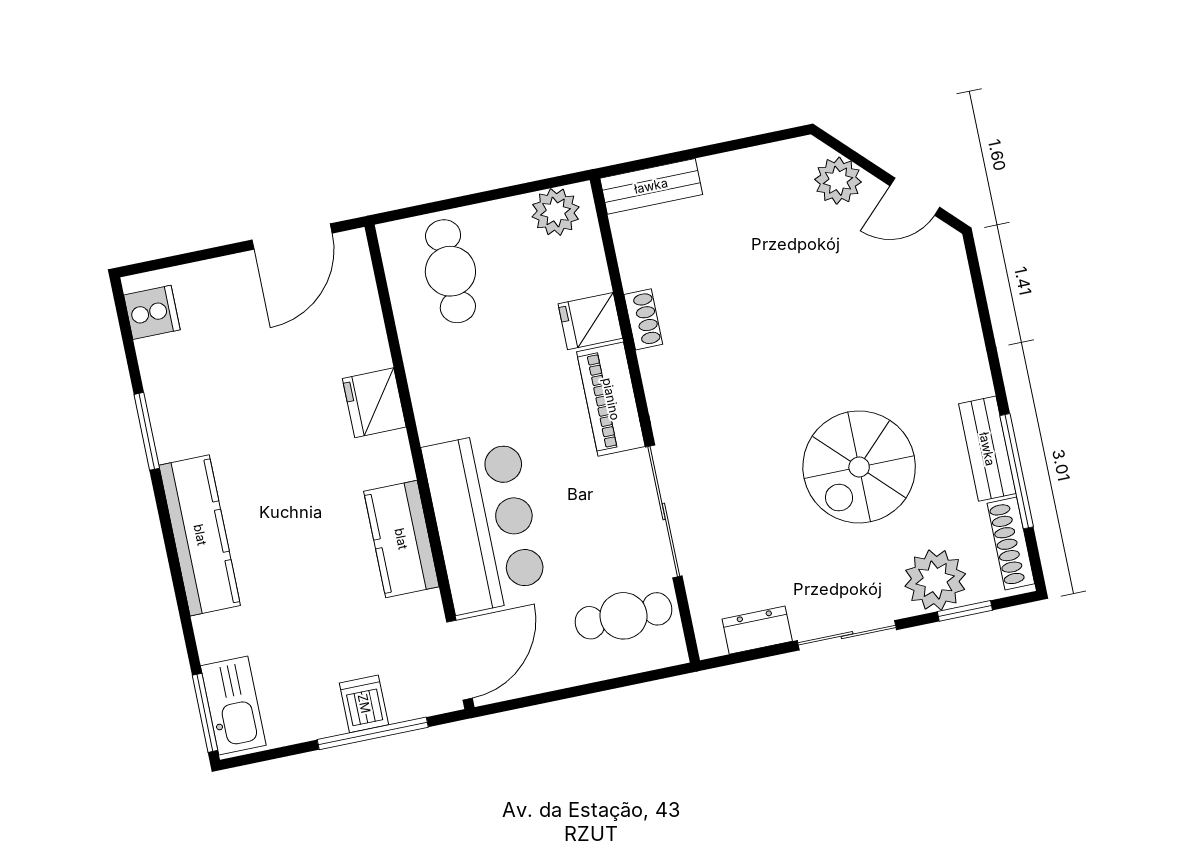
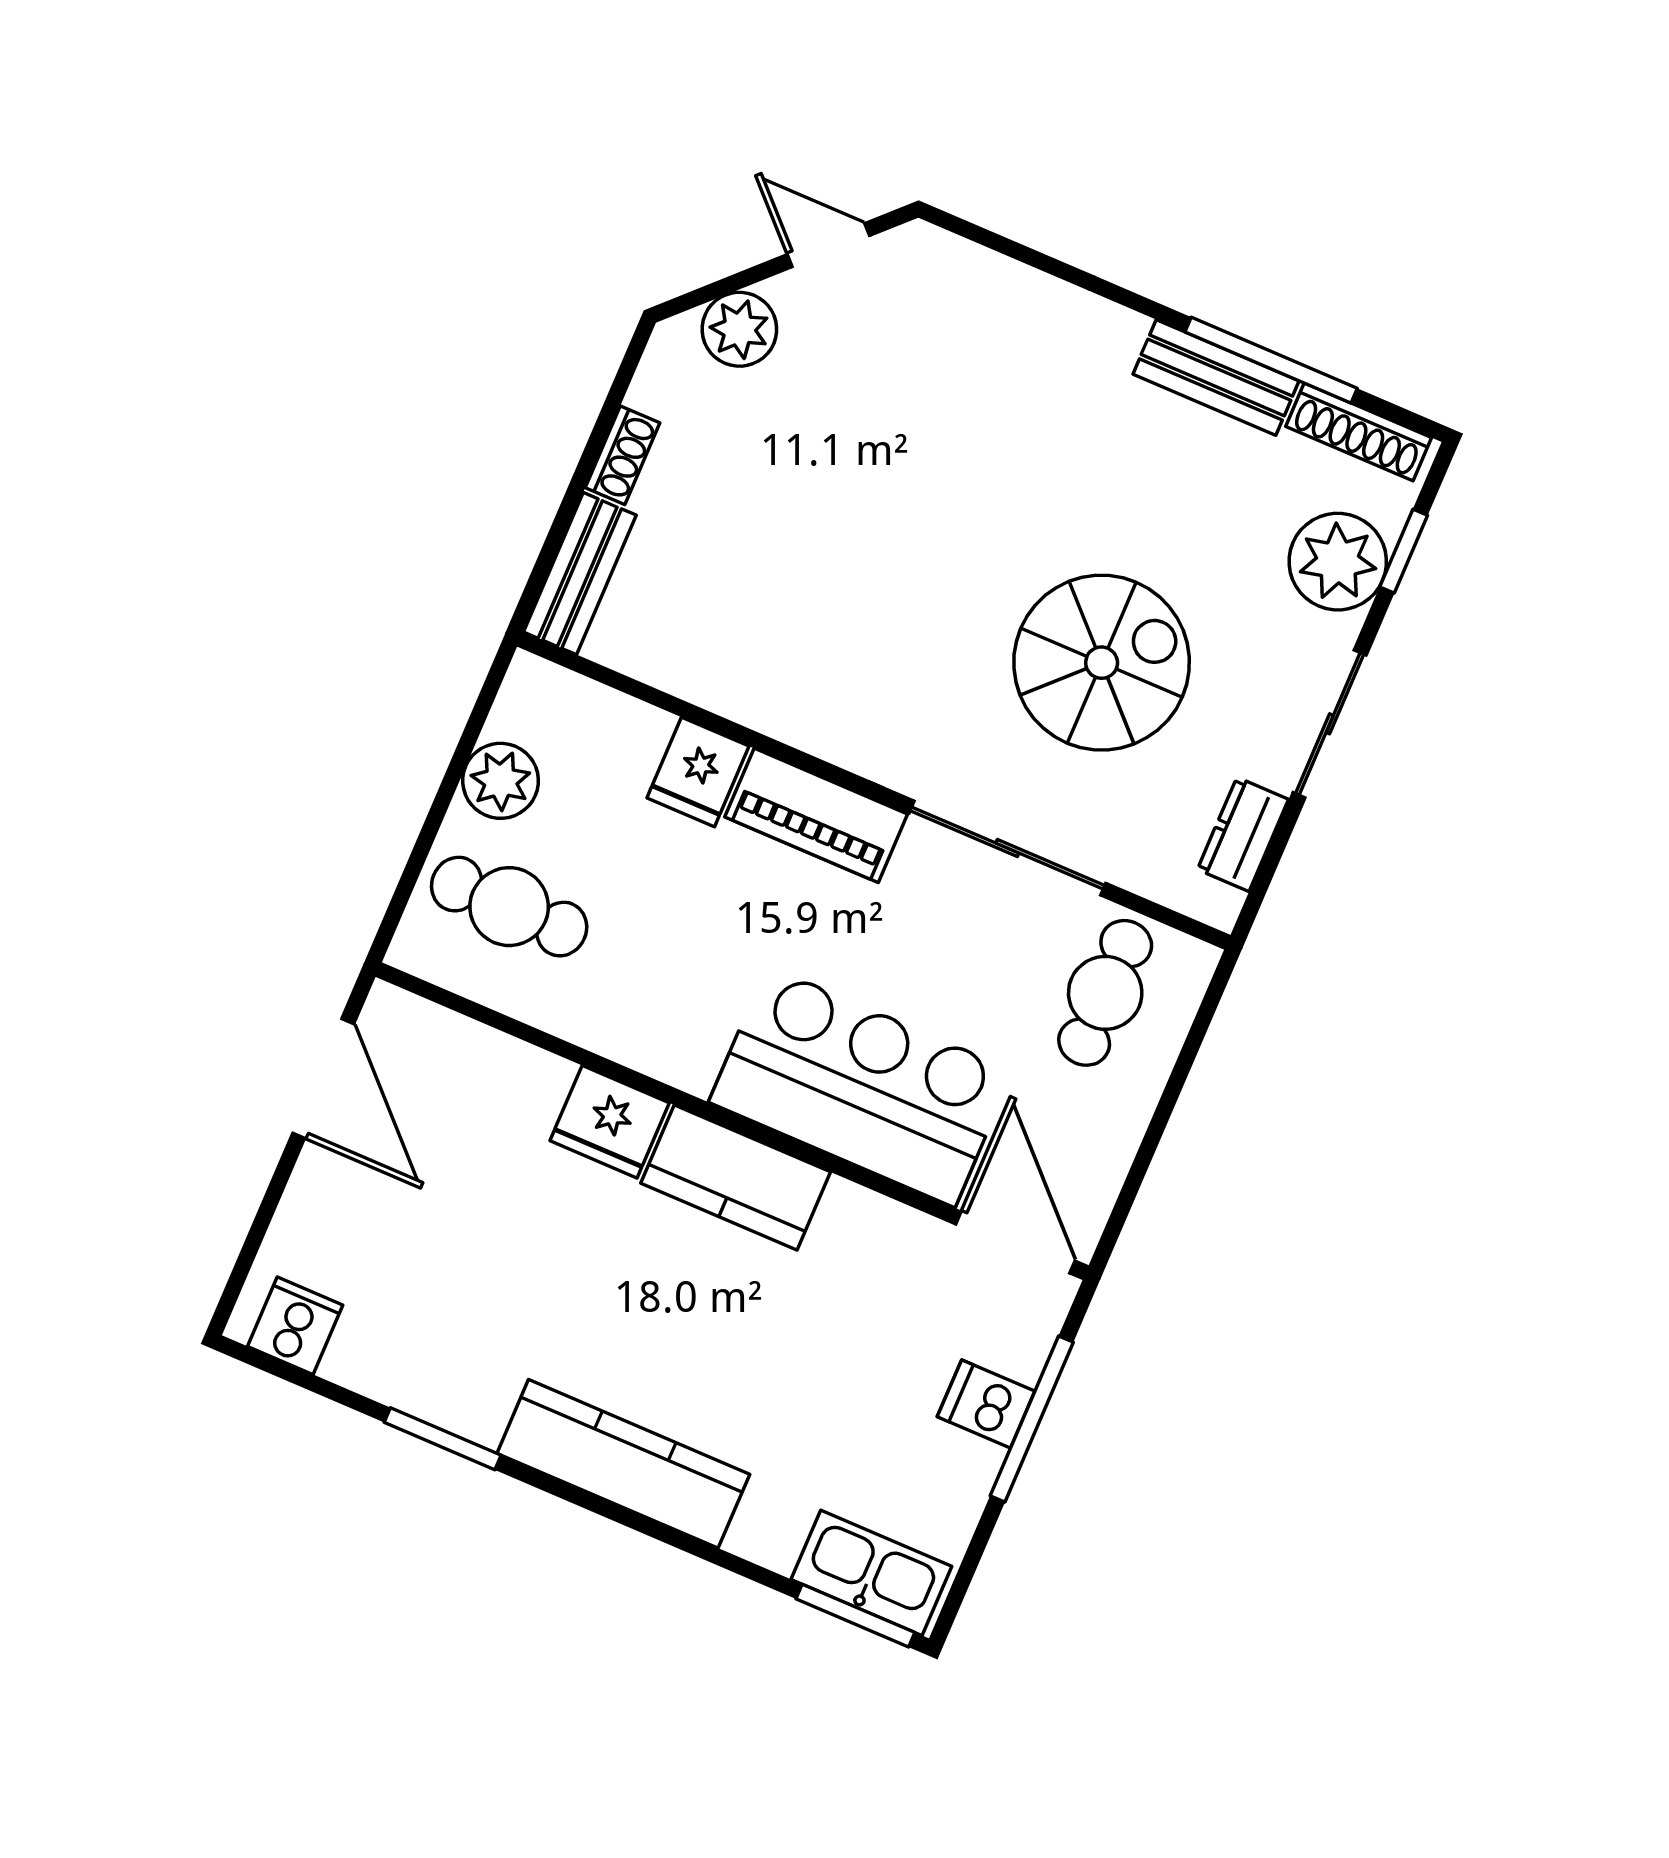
door: (915, 197) -> (828, 245), swing flipped
plant: (556, 212) -> (501, 781), moved
shoe rack: (643, 319) -> (623, 455), moved, turned 90
spiral stairs: (859, 467) -> (1102, 663), moved, turned -90
kitchen counter: (401, 539) -> (736, 1178), moved

